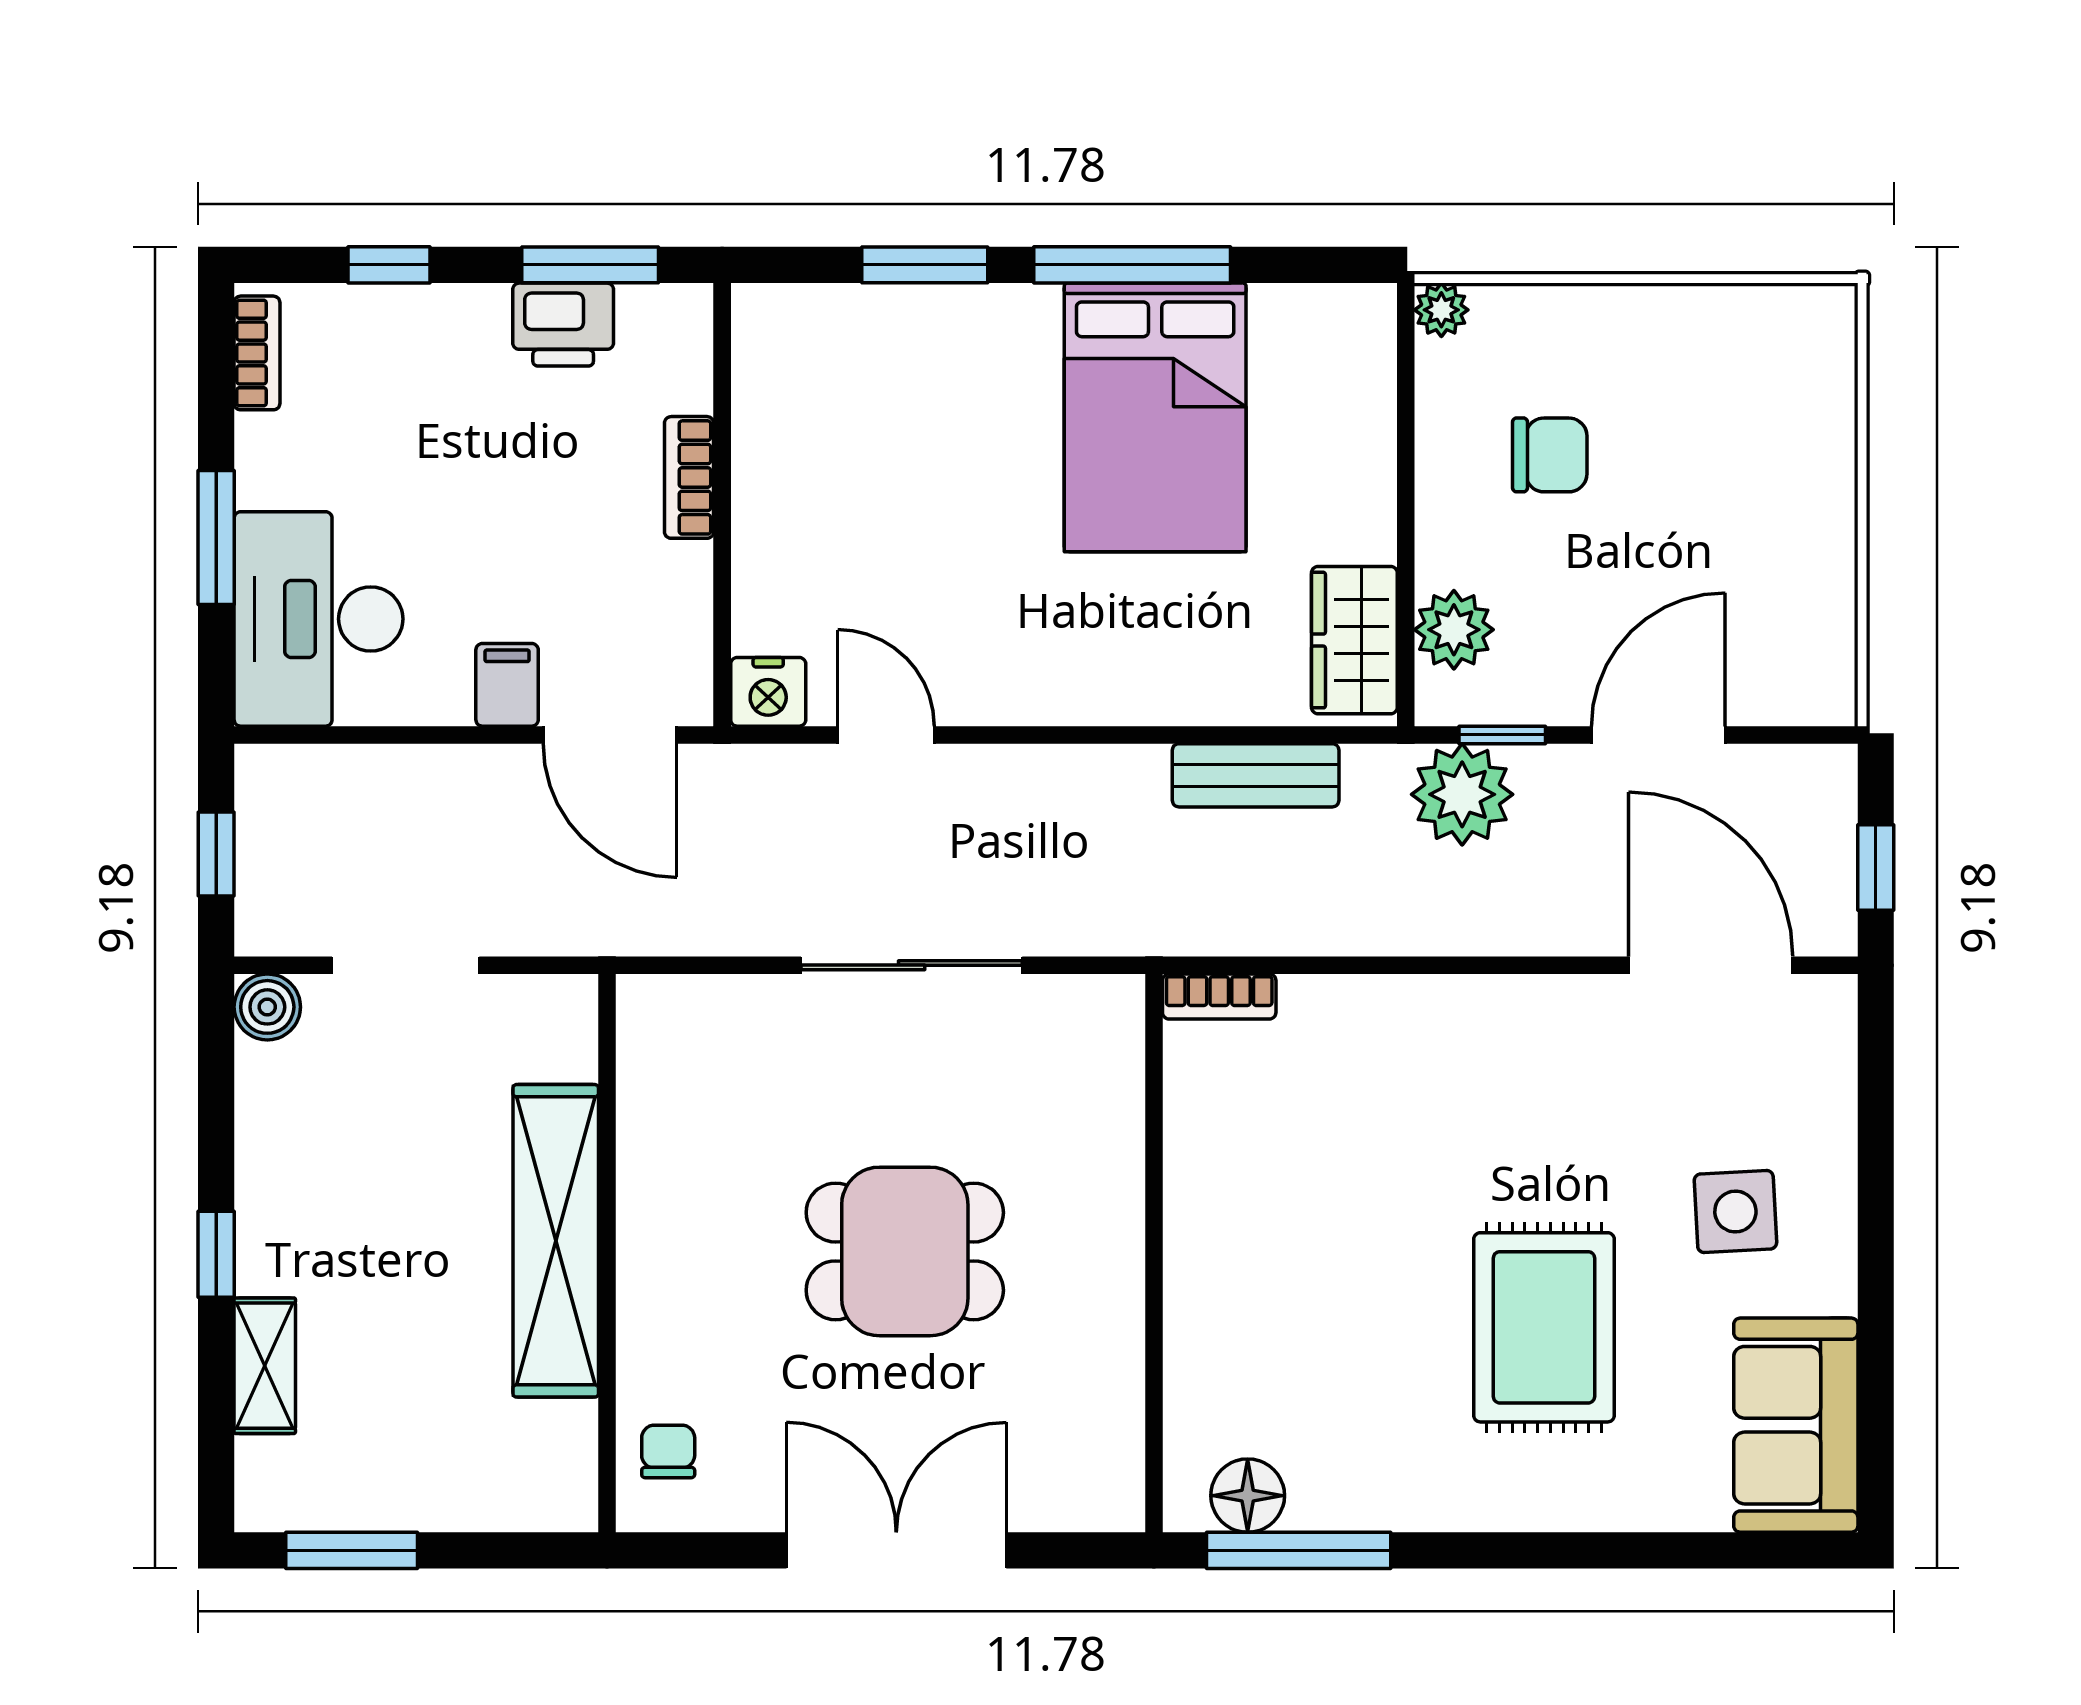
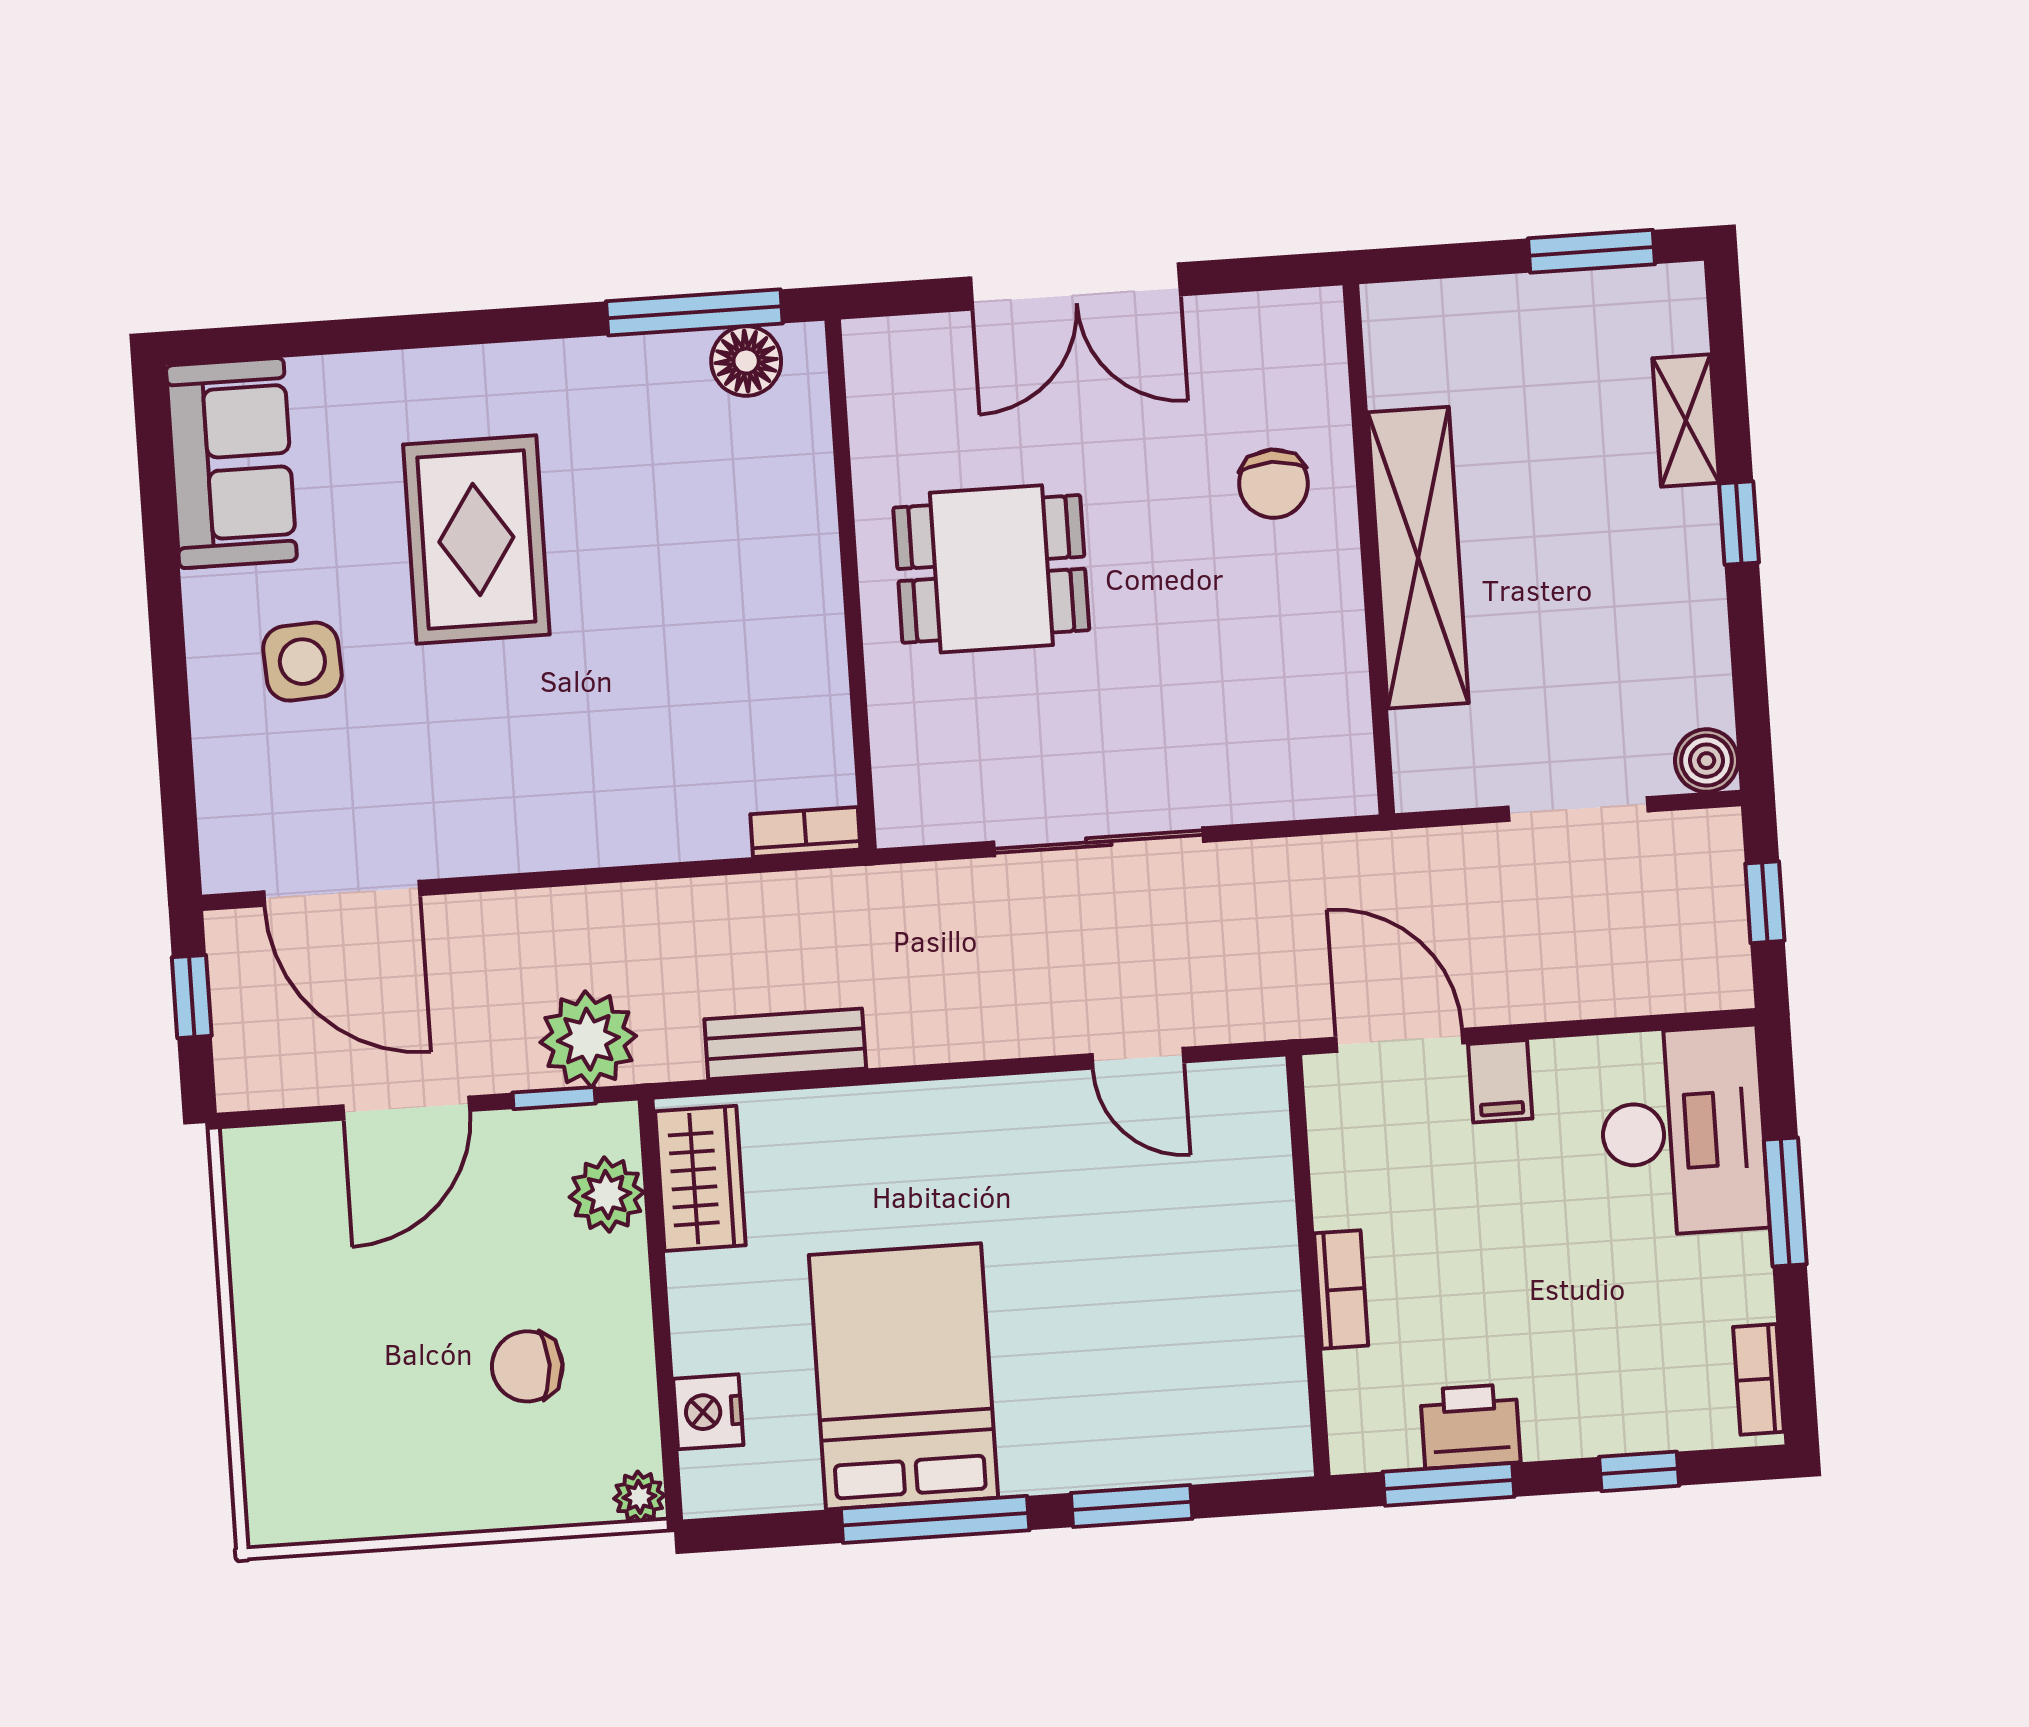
nightstand: (768, 692) -> (708, 1412), moved, turned -90
dining table: (905, 1251) -> (991, 569), moved
chair: (668, 1451) -> (1273, 484), moved, width x1.37, depth x1.37

